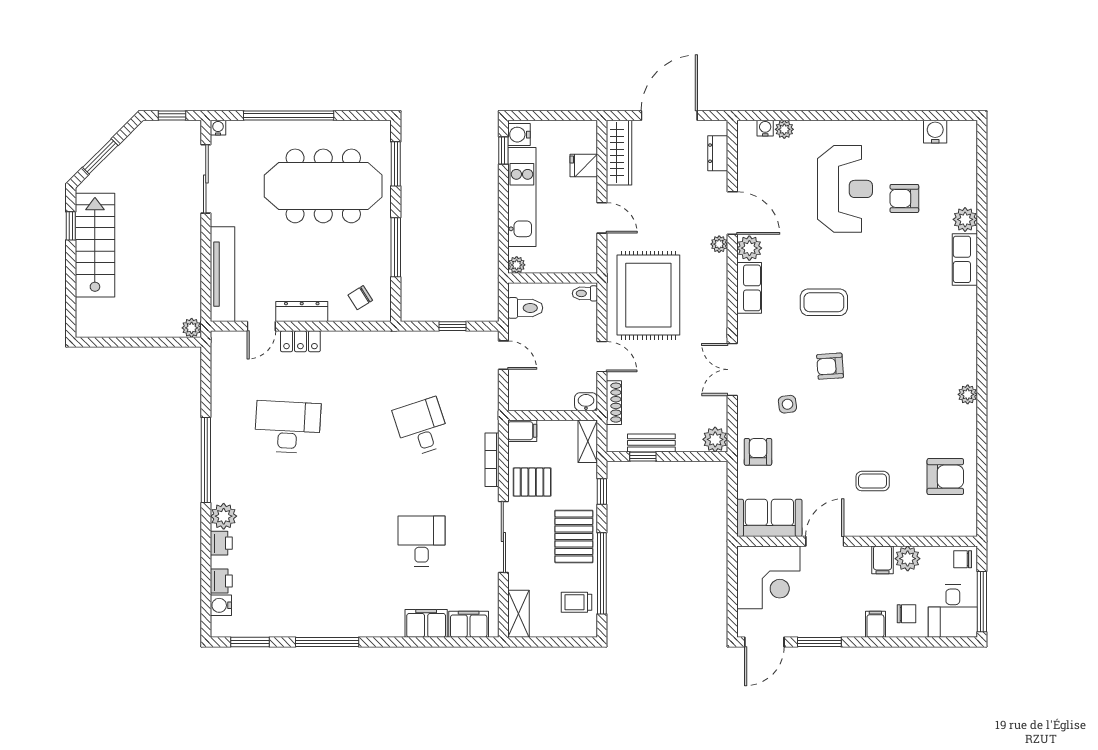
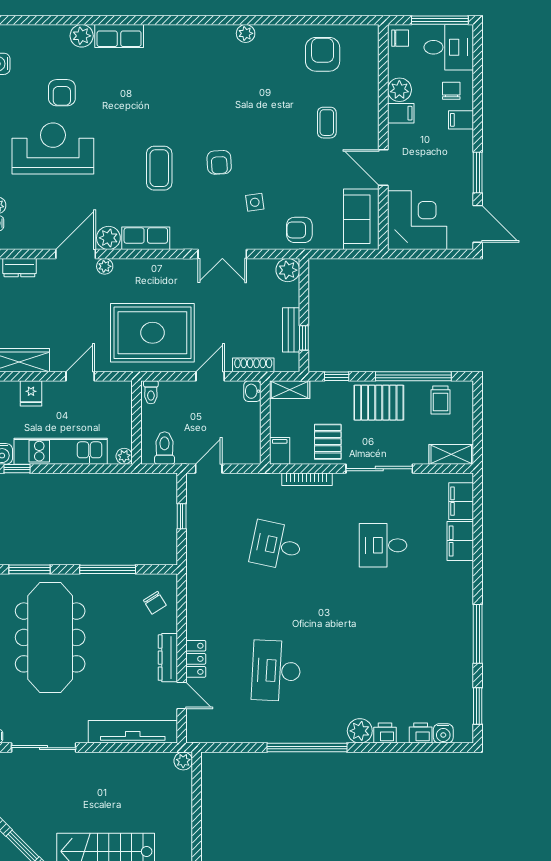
desk: (422, 427) -> (276, 545), turned 30
chair: (963, 559) -> (400, 38), turned -90

